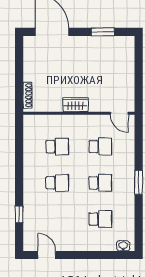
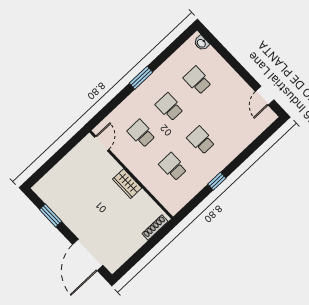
window: (19, 214) -> (217, 181), moved

